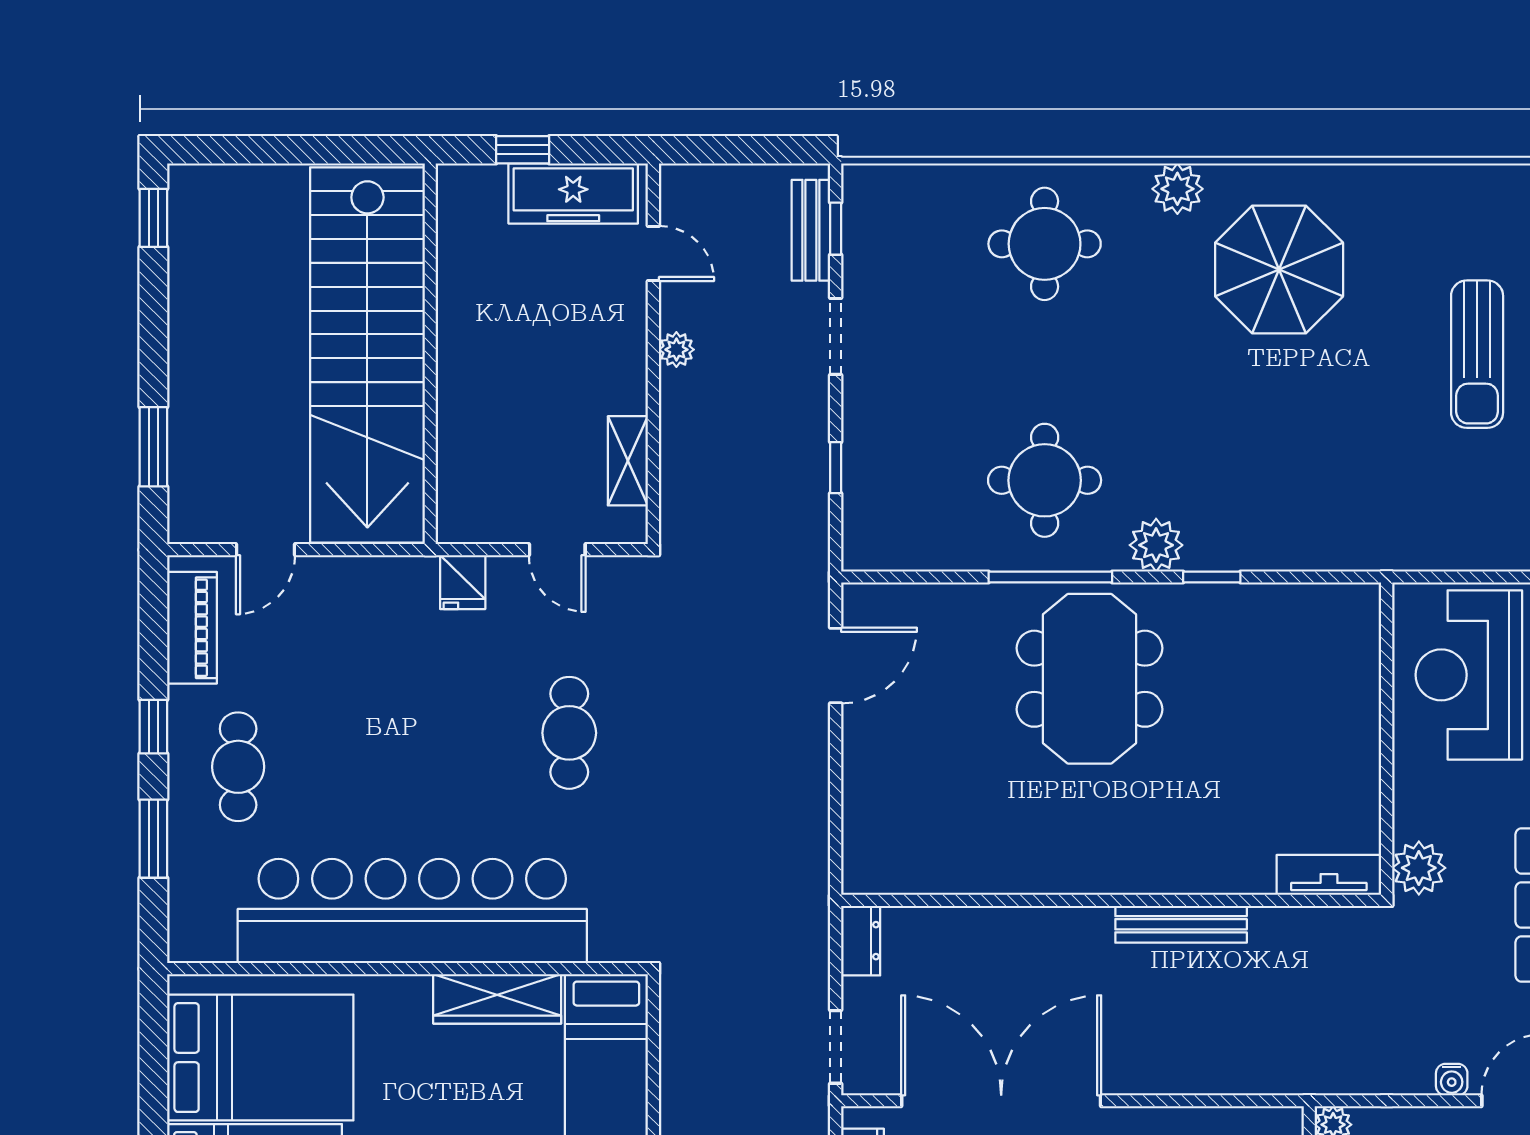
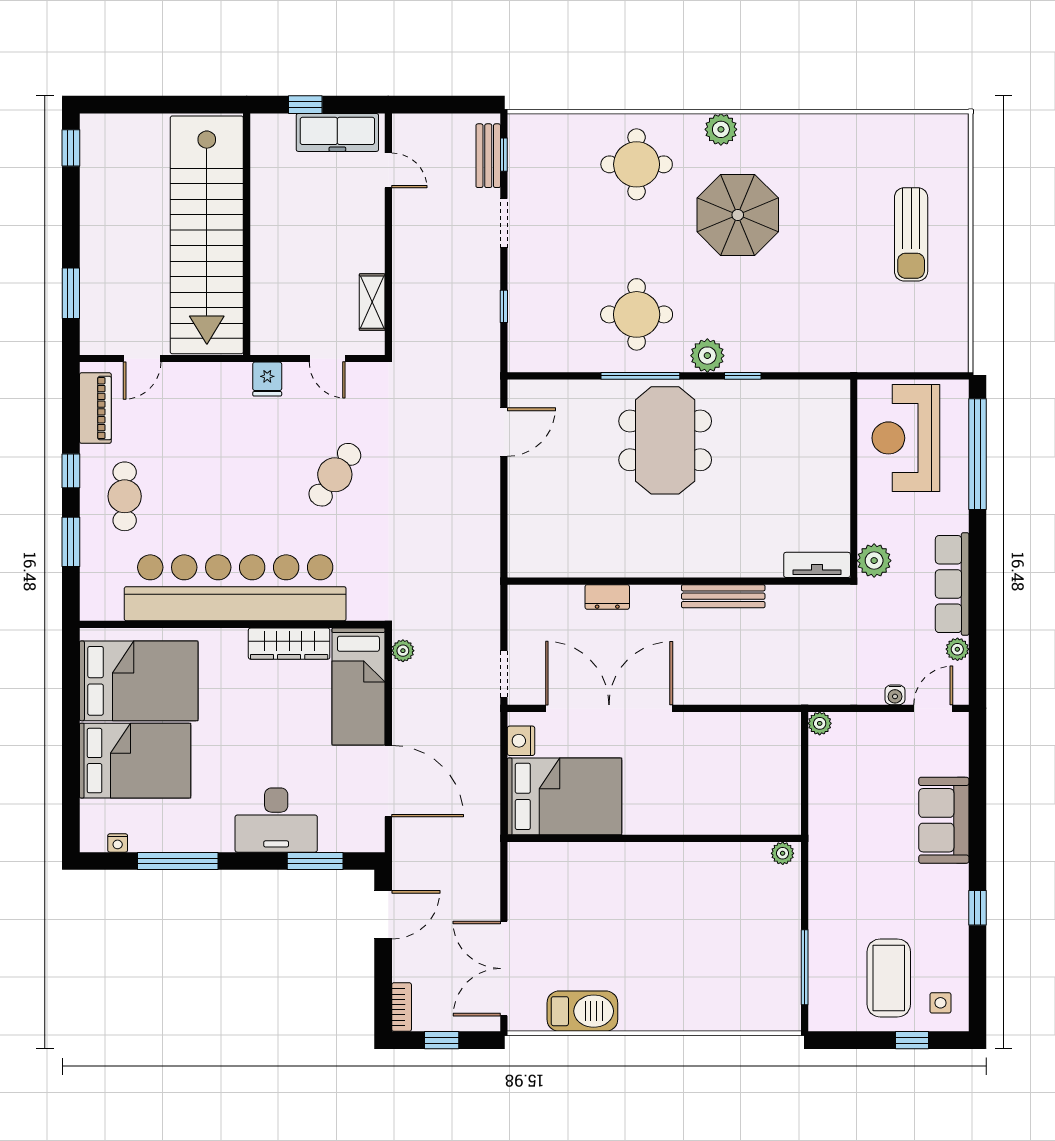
parasol: (1279, 269) -> (738, 215), moved
plant: (676, 350) -> (403, 651), moved
cafe table: (569, 733) -> (335, 475), turned 35
dresser: (861, 941) -> (607, 597), moved, turned 90

